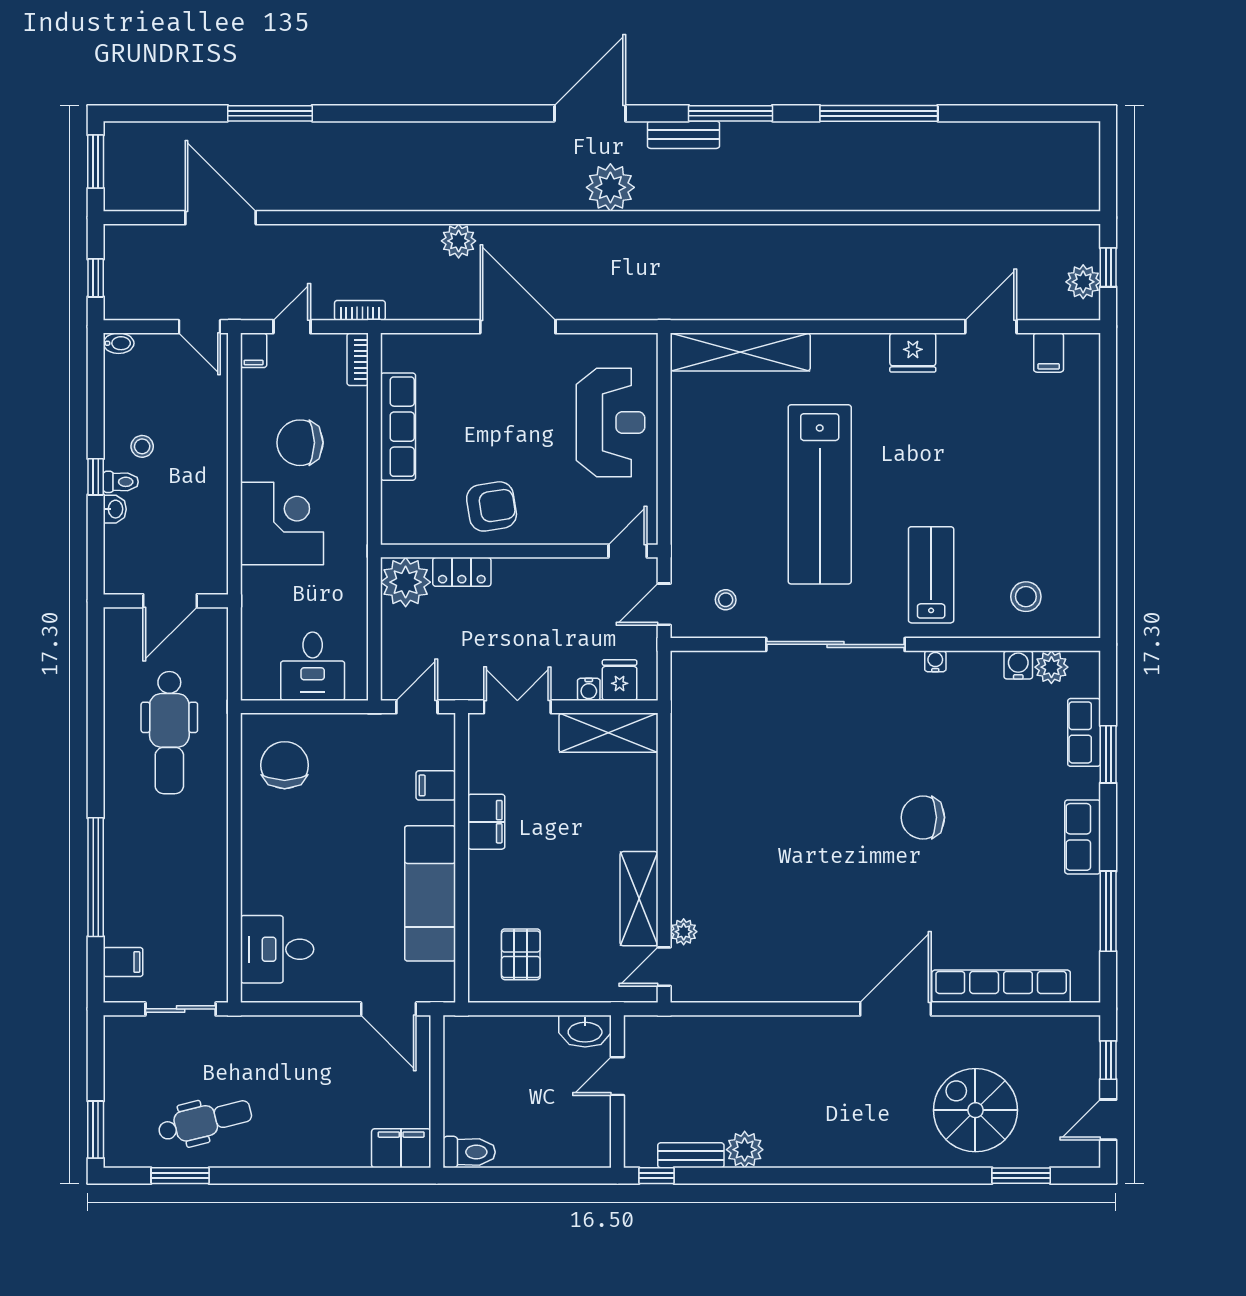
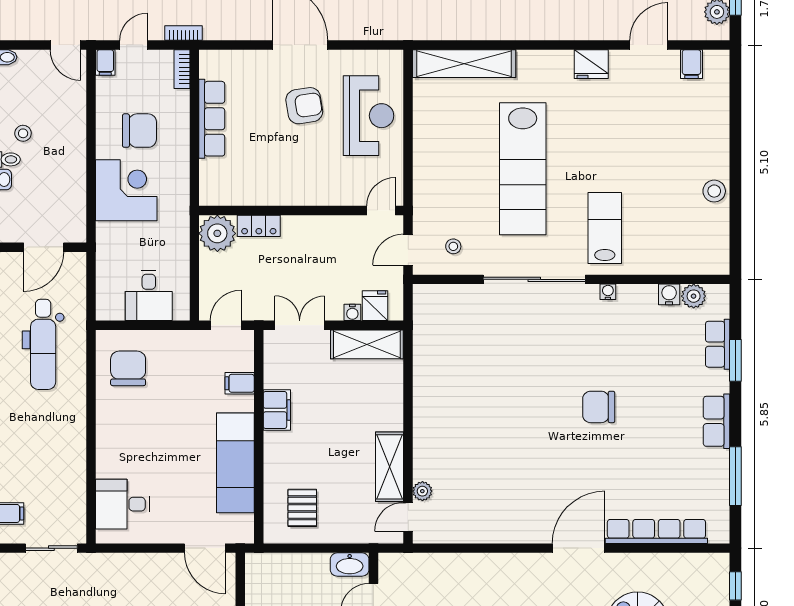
chair: (300, 443) -> (139, 131), turned 180
armchair: (492, 506) -> (304, 106), moved
stool: (1026, 597) -> (714, 191), moved

